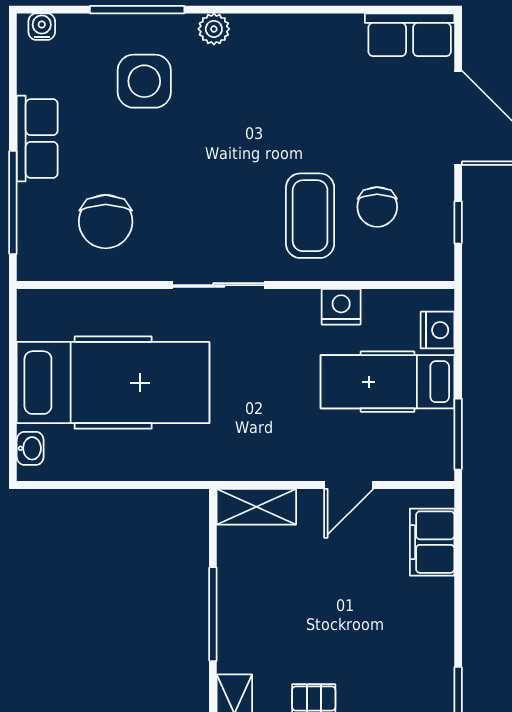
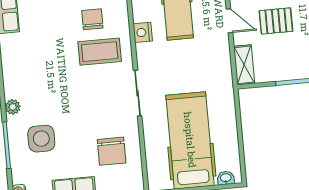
chair: (377, 207) -> (92, 19), turned -90
chair: (106, 222) -> (112, 151), turned 90
pallet: (340, 579) -> (276, 21), added

